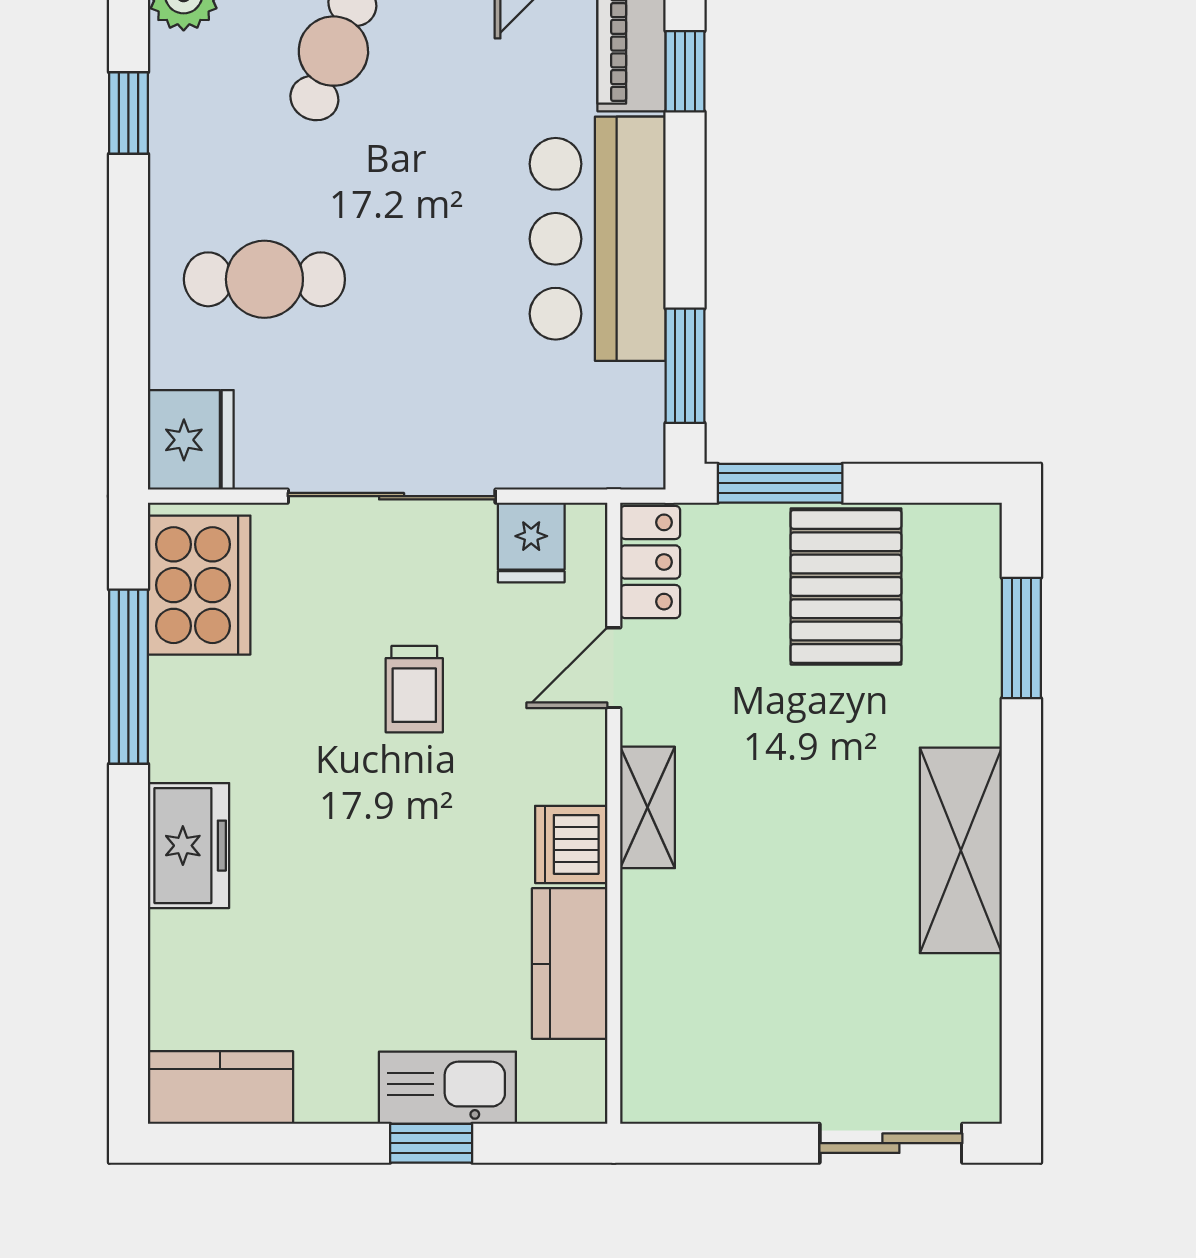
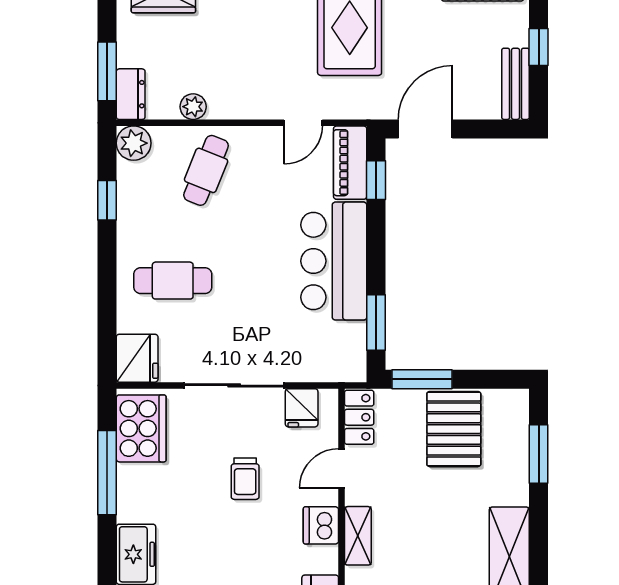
dishwasher: (571, 844) -> (321, 525), moved

